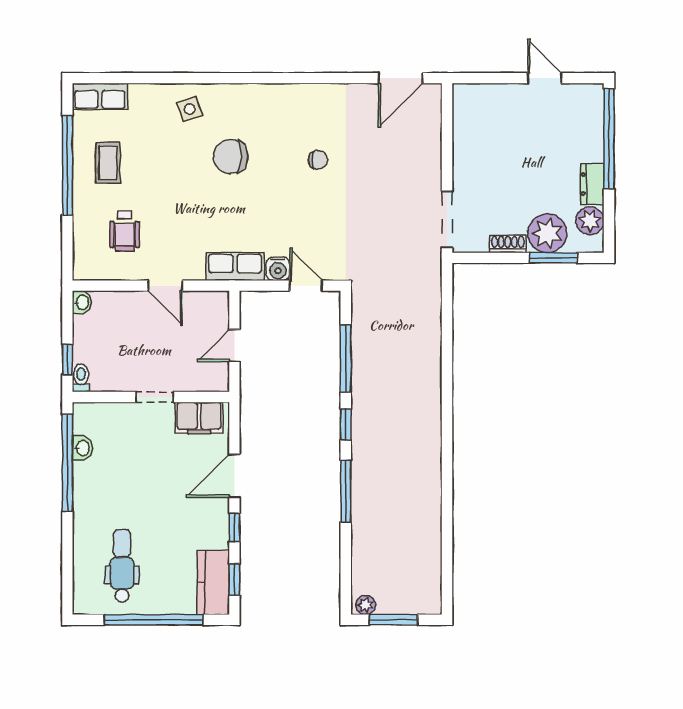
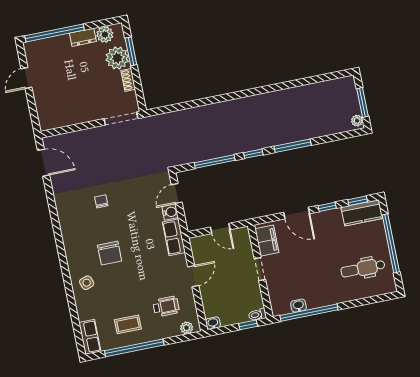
plant: (83, 258) -> (187, 328), added

